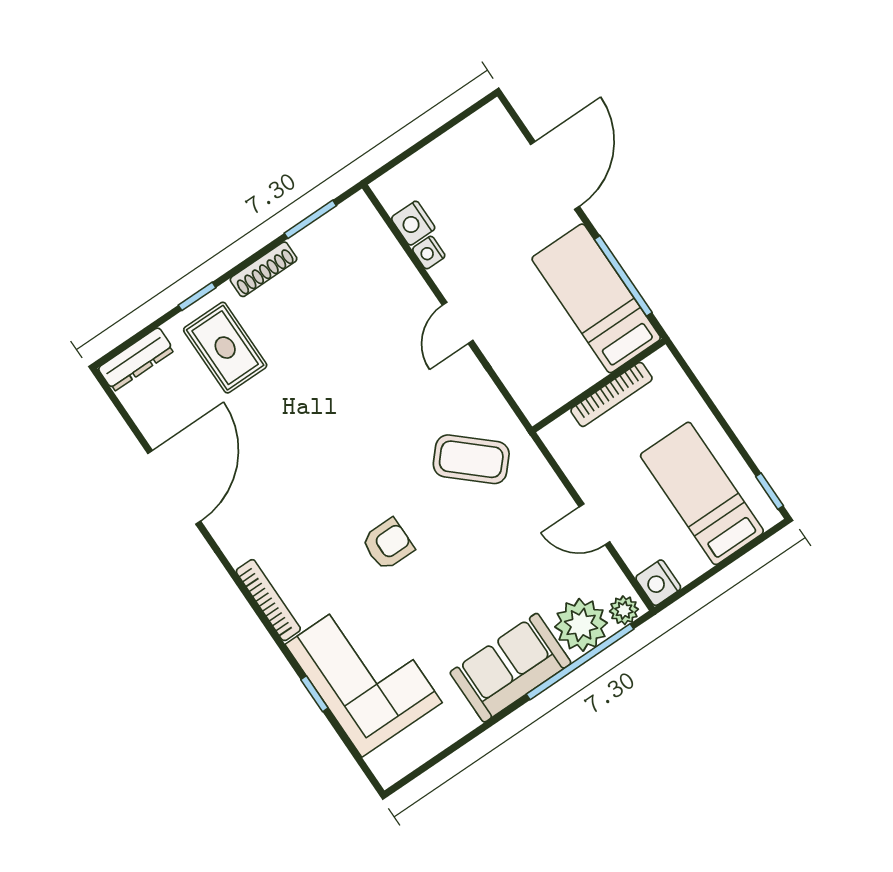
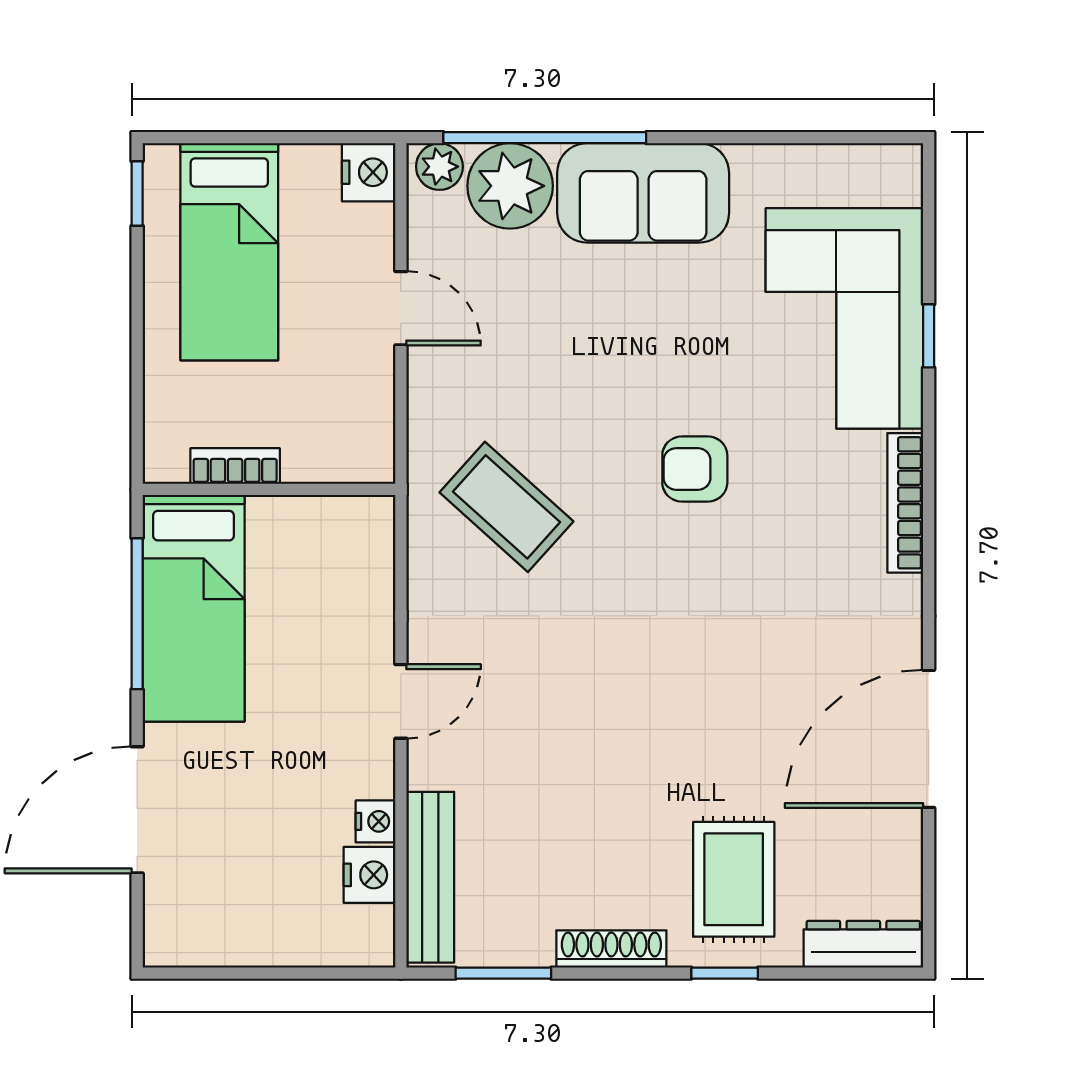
bench: (381, 243) -> (430, 877), added
bookcase: (611, 394) -> (235, 466), width x0.64

